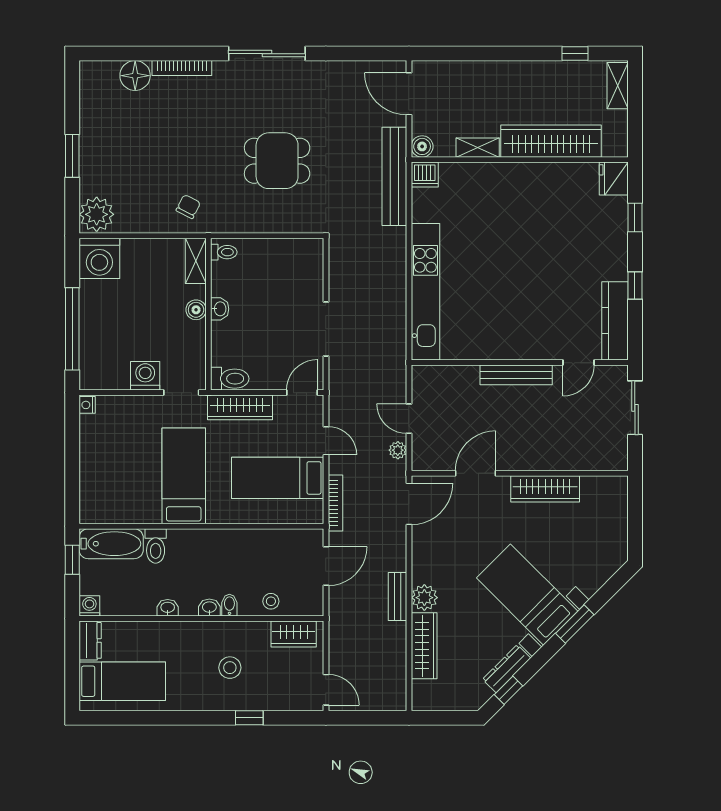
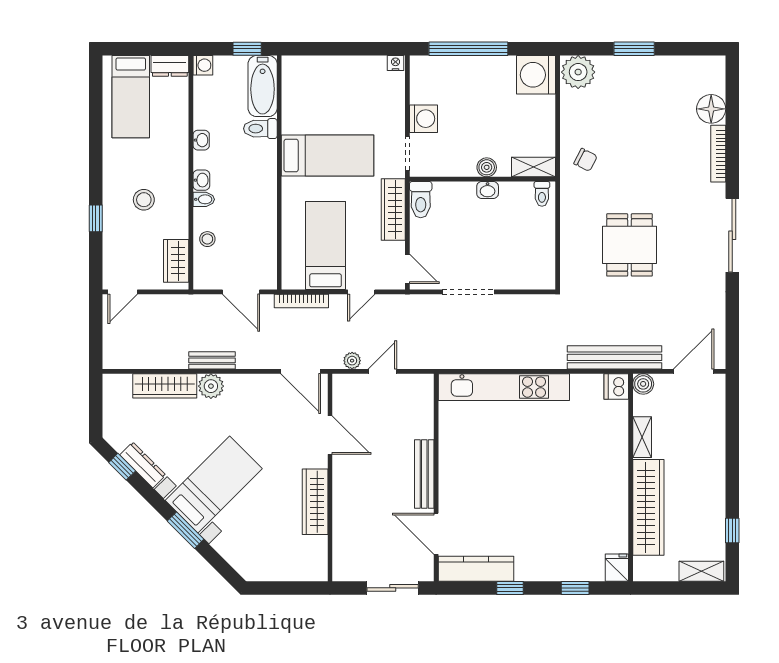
fridge: (614, 179) -> (617, 568), width x0.72
door: (578, 363) -> (436, 534), width x1.38

